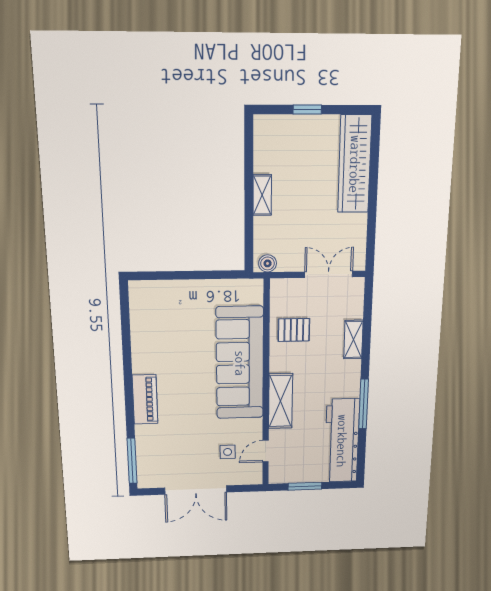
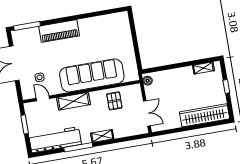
shelving: (262, 195) -> (203, 68), moved
shelving: (353, 340) -> (102, 136), moved
piano: (145, 399) -> (59, 31), width x1.37, depth x1.33

